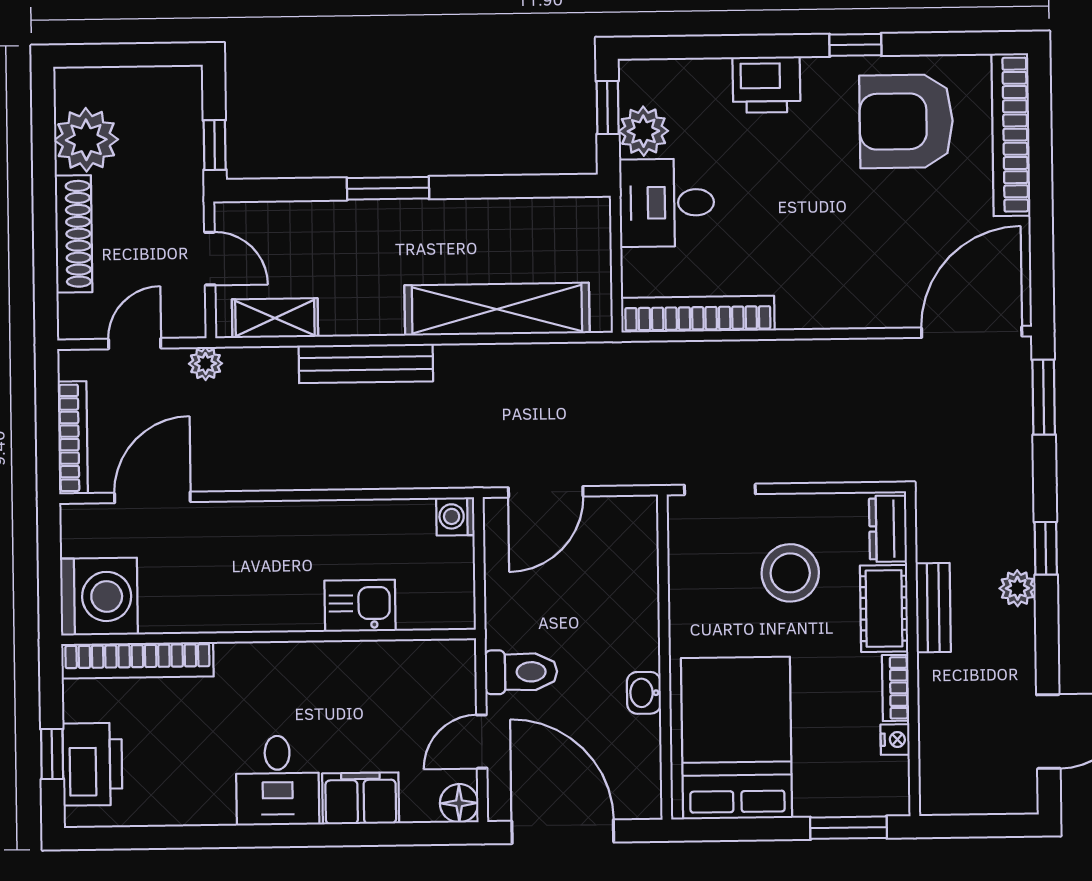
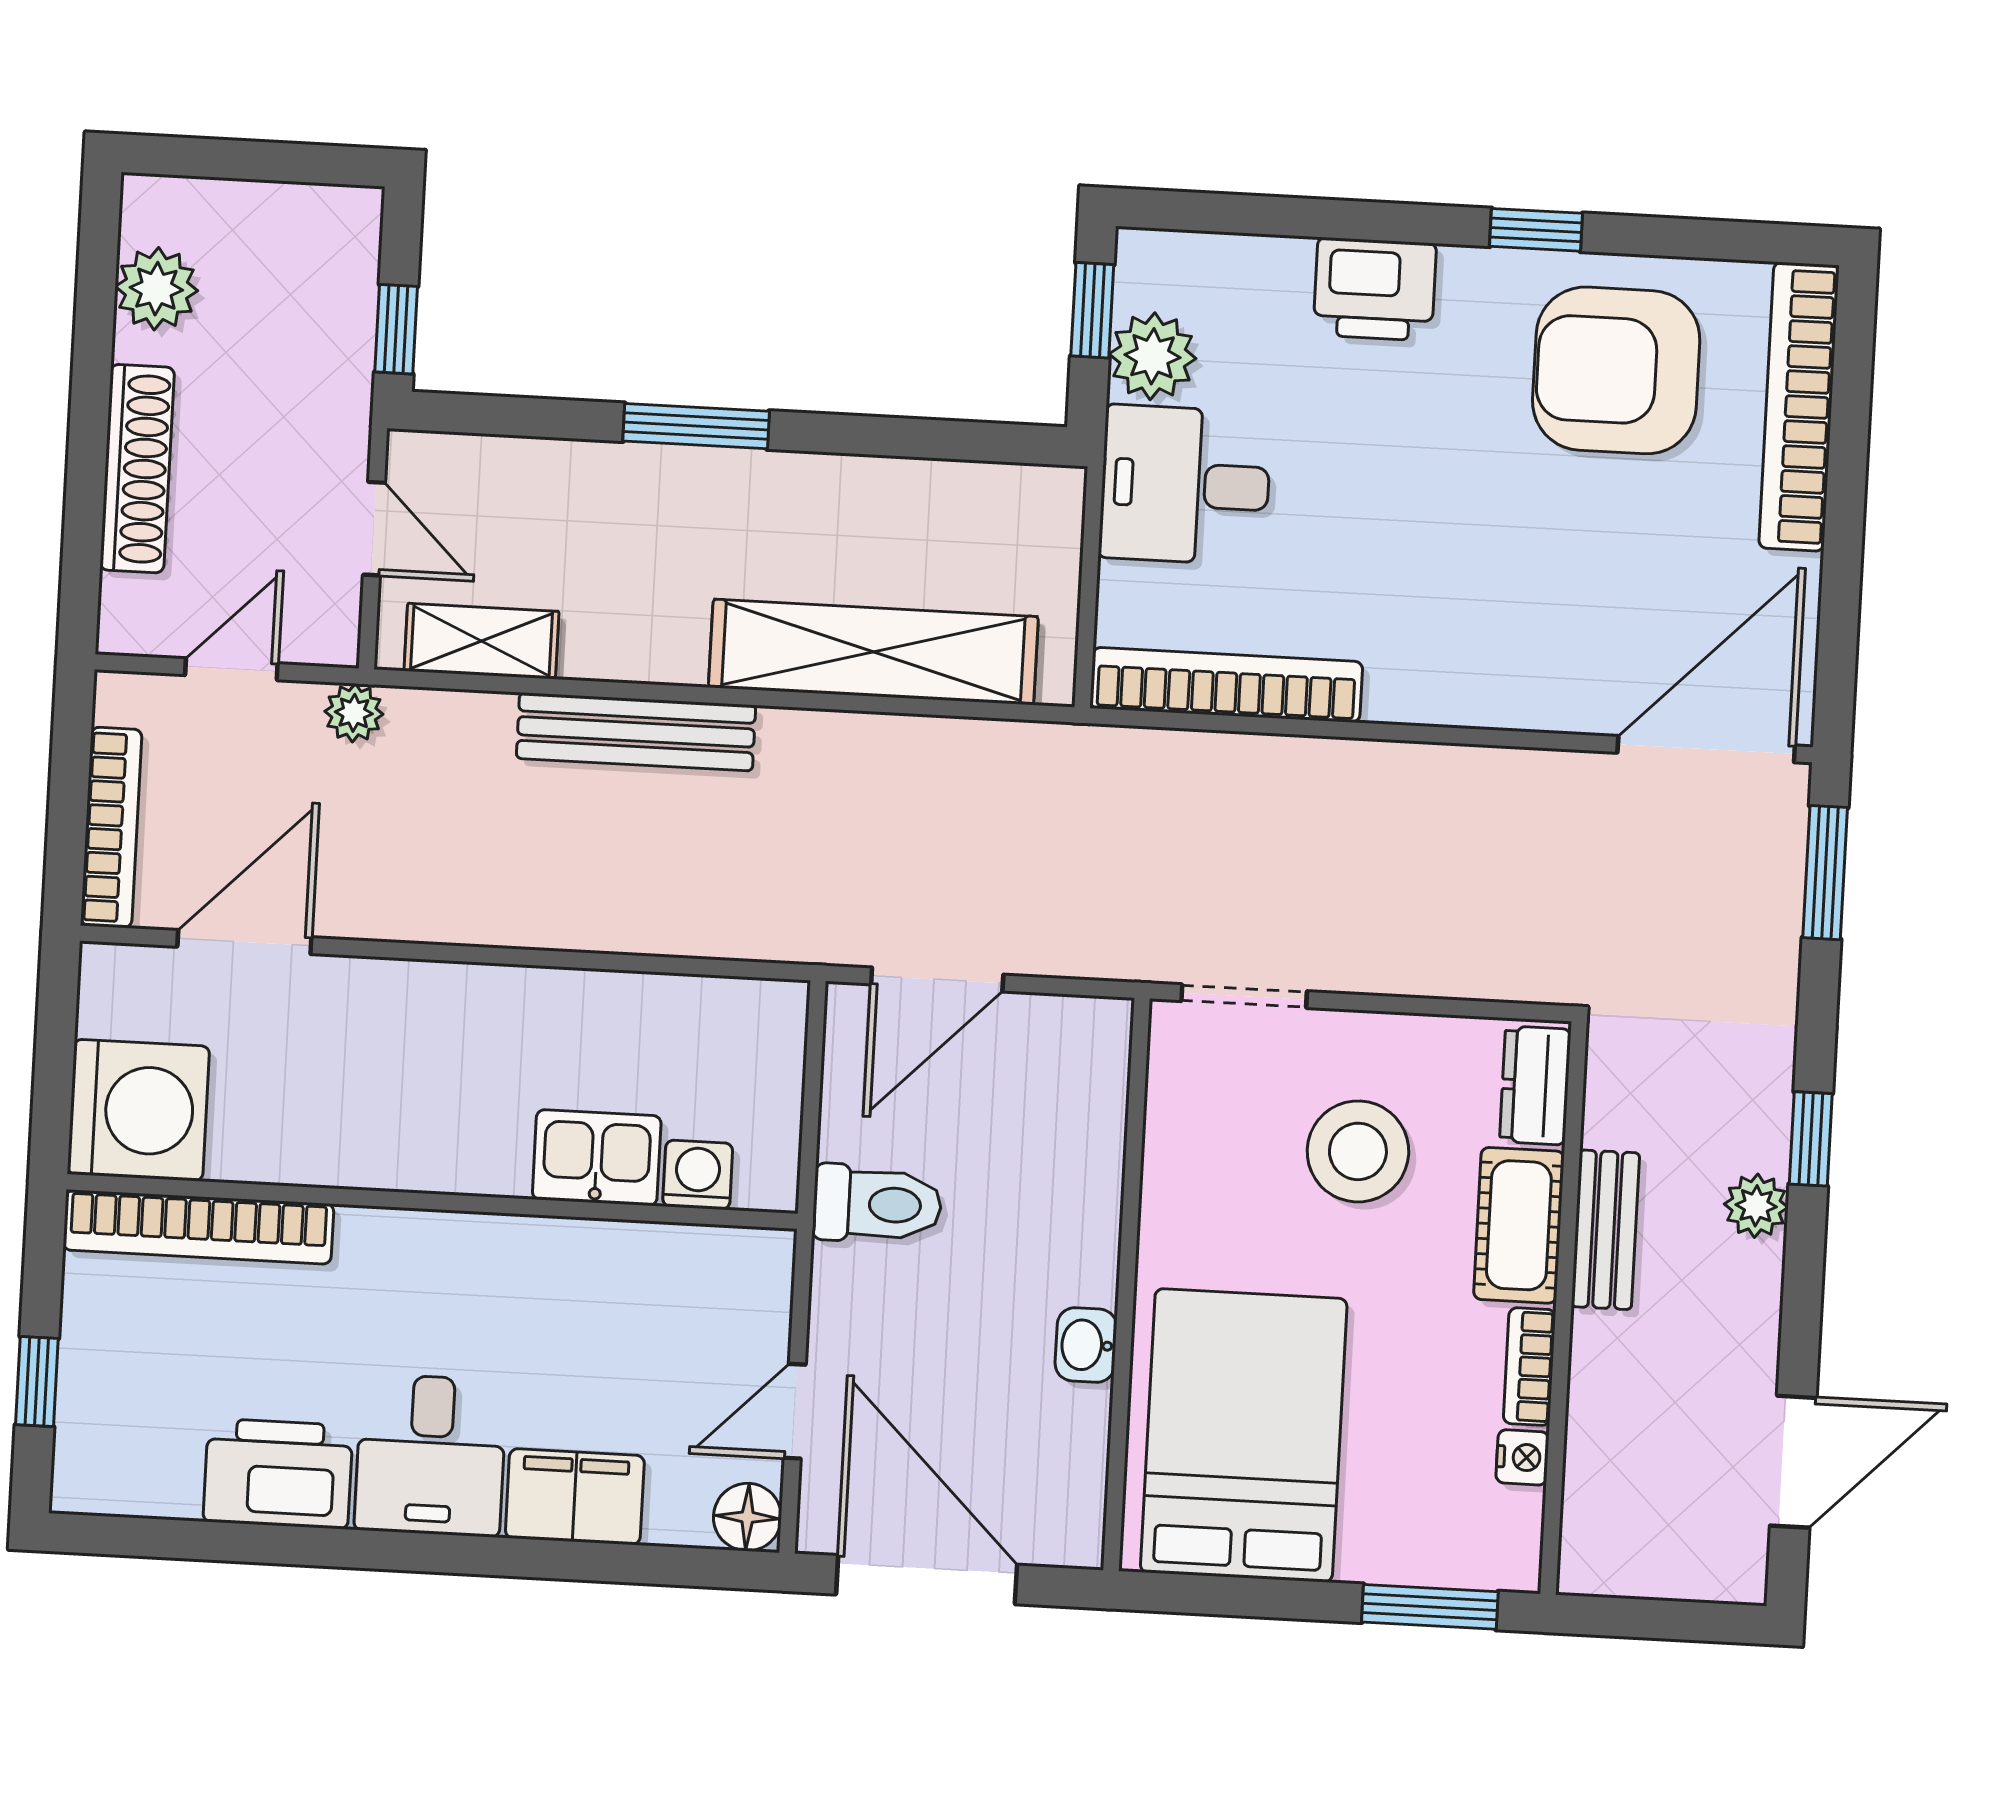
plant: (86, 140) -> (156, 289), width x0.73, depth x0.73
washing machine: (455, 516) -> (698, 1175), moved, turned 90
toilet: (521, 672) -> (877, 1204), moved
printer: (92, 764) -> (278, 1474), moved, turned -90

